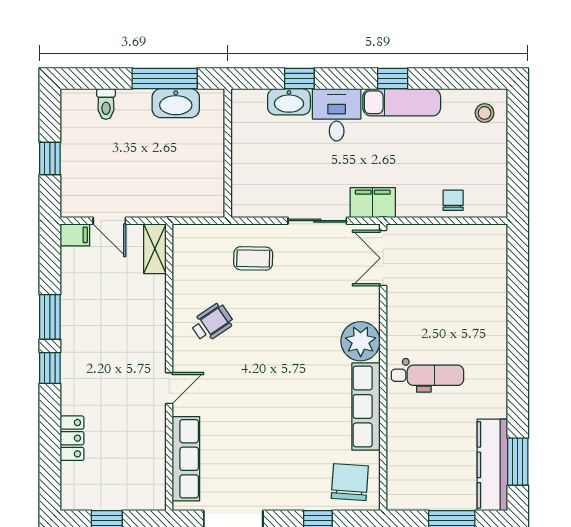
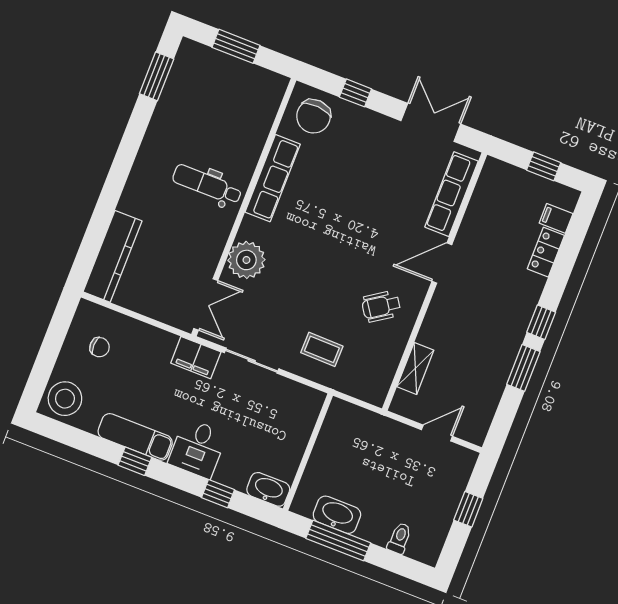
washbasin: (289, 102) -> (268, 489), moved
stool: (485, 113) -> (65, 399), width x1.89, depth x1.89
chair: (453, 200) -> (100, 347), moved, turned -90
door: (109, 221) -> (437, 433), hinge flipped
filing cabinet: (75, 235) -> (556, 218), moved
shelving: (155, 249) -> (415, 368), moved
plant: (361, 341) -> (246, 260), moved
door: (169, 388) -> (442, 263), width x1.38
kitchen counter: (492, 465) -> (112, 256), moved

